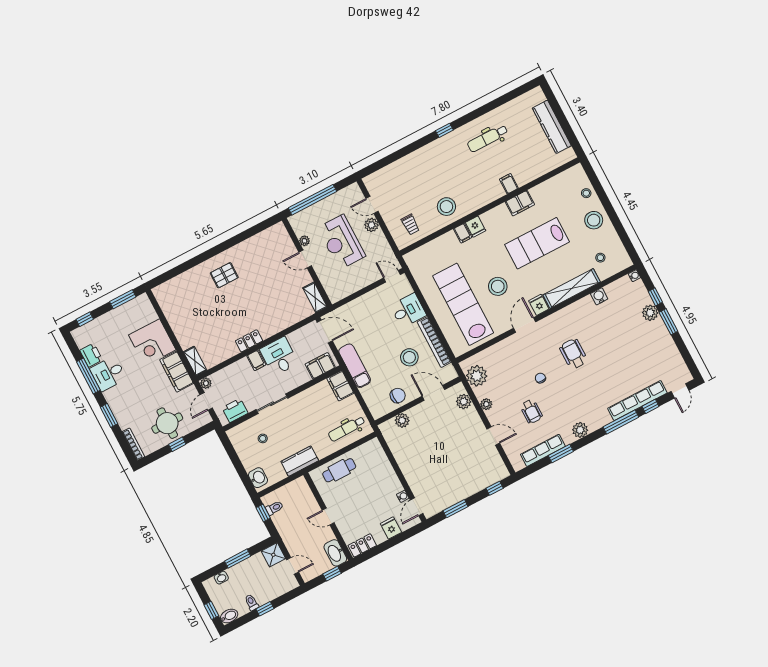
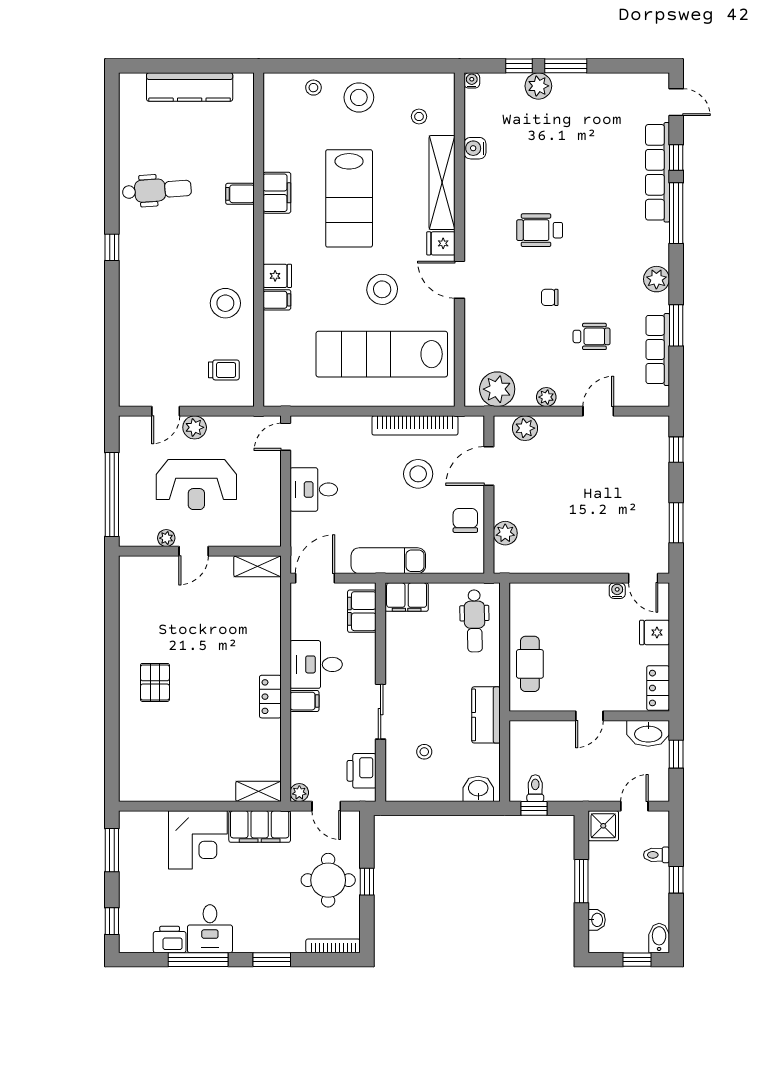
dental chair: (488, 138) -> (157, 190), turned -94
desk: (408, 310) -> (314, 489), moved, turned -90
toilet: (252, 602) -> (656, 855), moved

